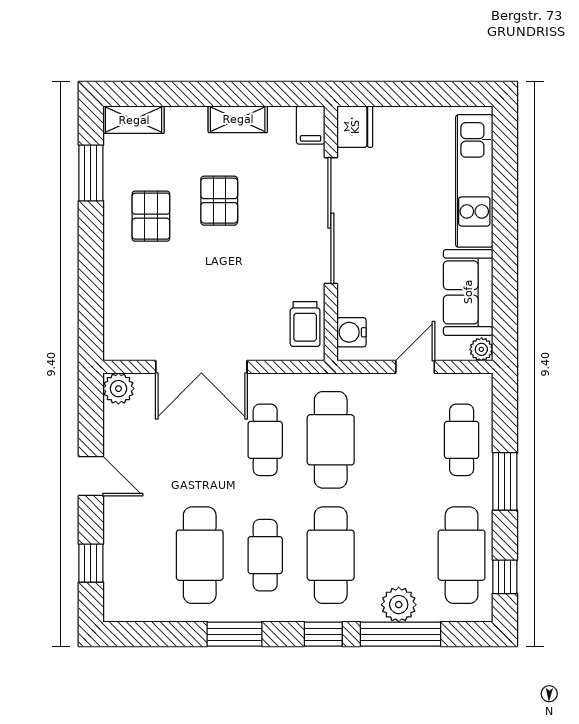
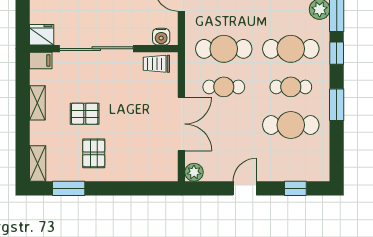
pallet: (151, 216) -> (94, 153), turned 90
trolley: (305, 324) -> (156, 64), turned 180

